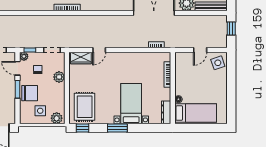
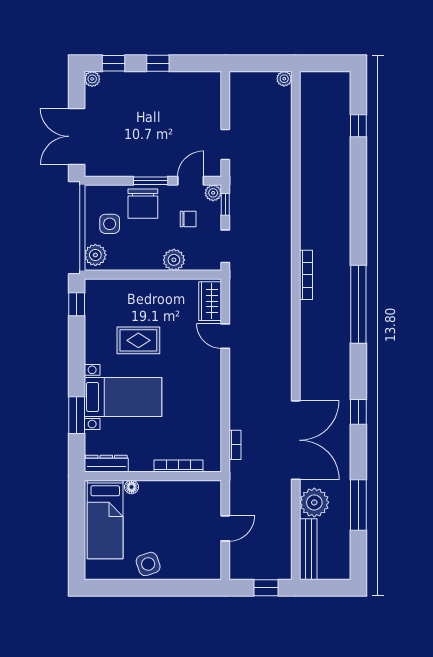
door: (200, 50) -> (225, 528), swing flipped
side table: (218, 63) -> (148, 564), moved
rug: (85, 107) -> (138, 340), moved, width x0.73, depth x0.70
window: (117, 128) -> (77, 415), moved

